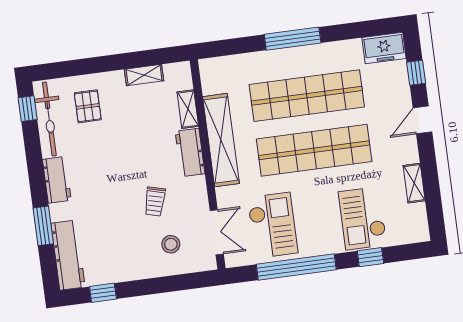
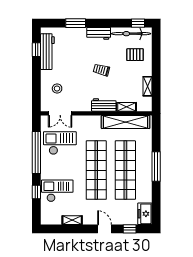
shelving: (221, 140) -> (126, 122), moved
trolley: (155, 202) -> (101, 70), moved
checkout: (273, 225) -> (60, 143), turned 180
workbench: (68, 255) -> (47, 52), moved, turned -90

